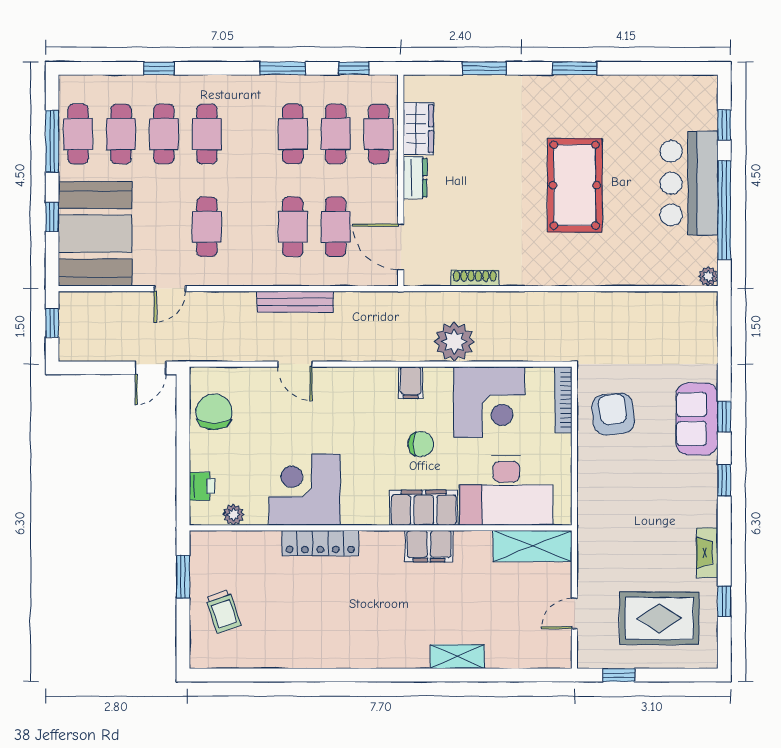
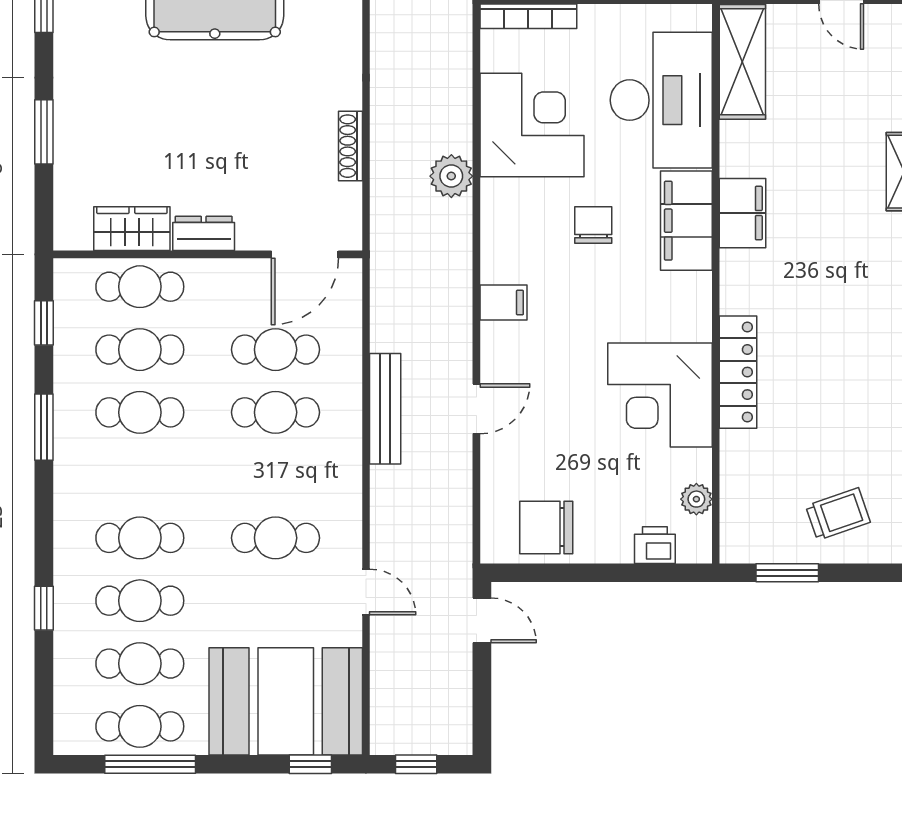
window: (52, 217) -> (310, 764), moved
plant: (454, 342) -> (451, 176), width x0.73, depth x0.73
filing cabinet: (411, 383) -> (504, 303), moved

